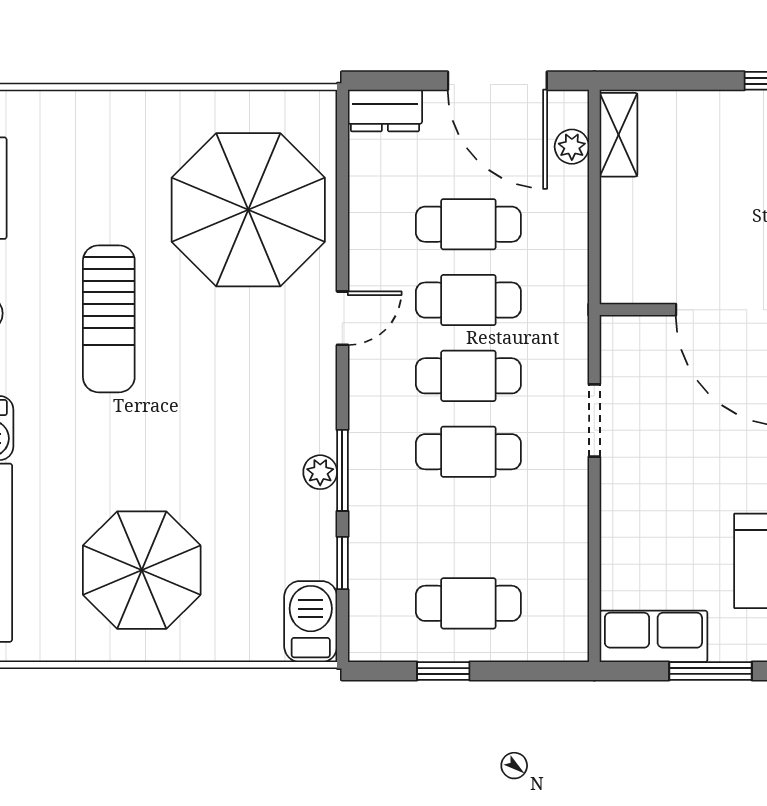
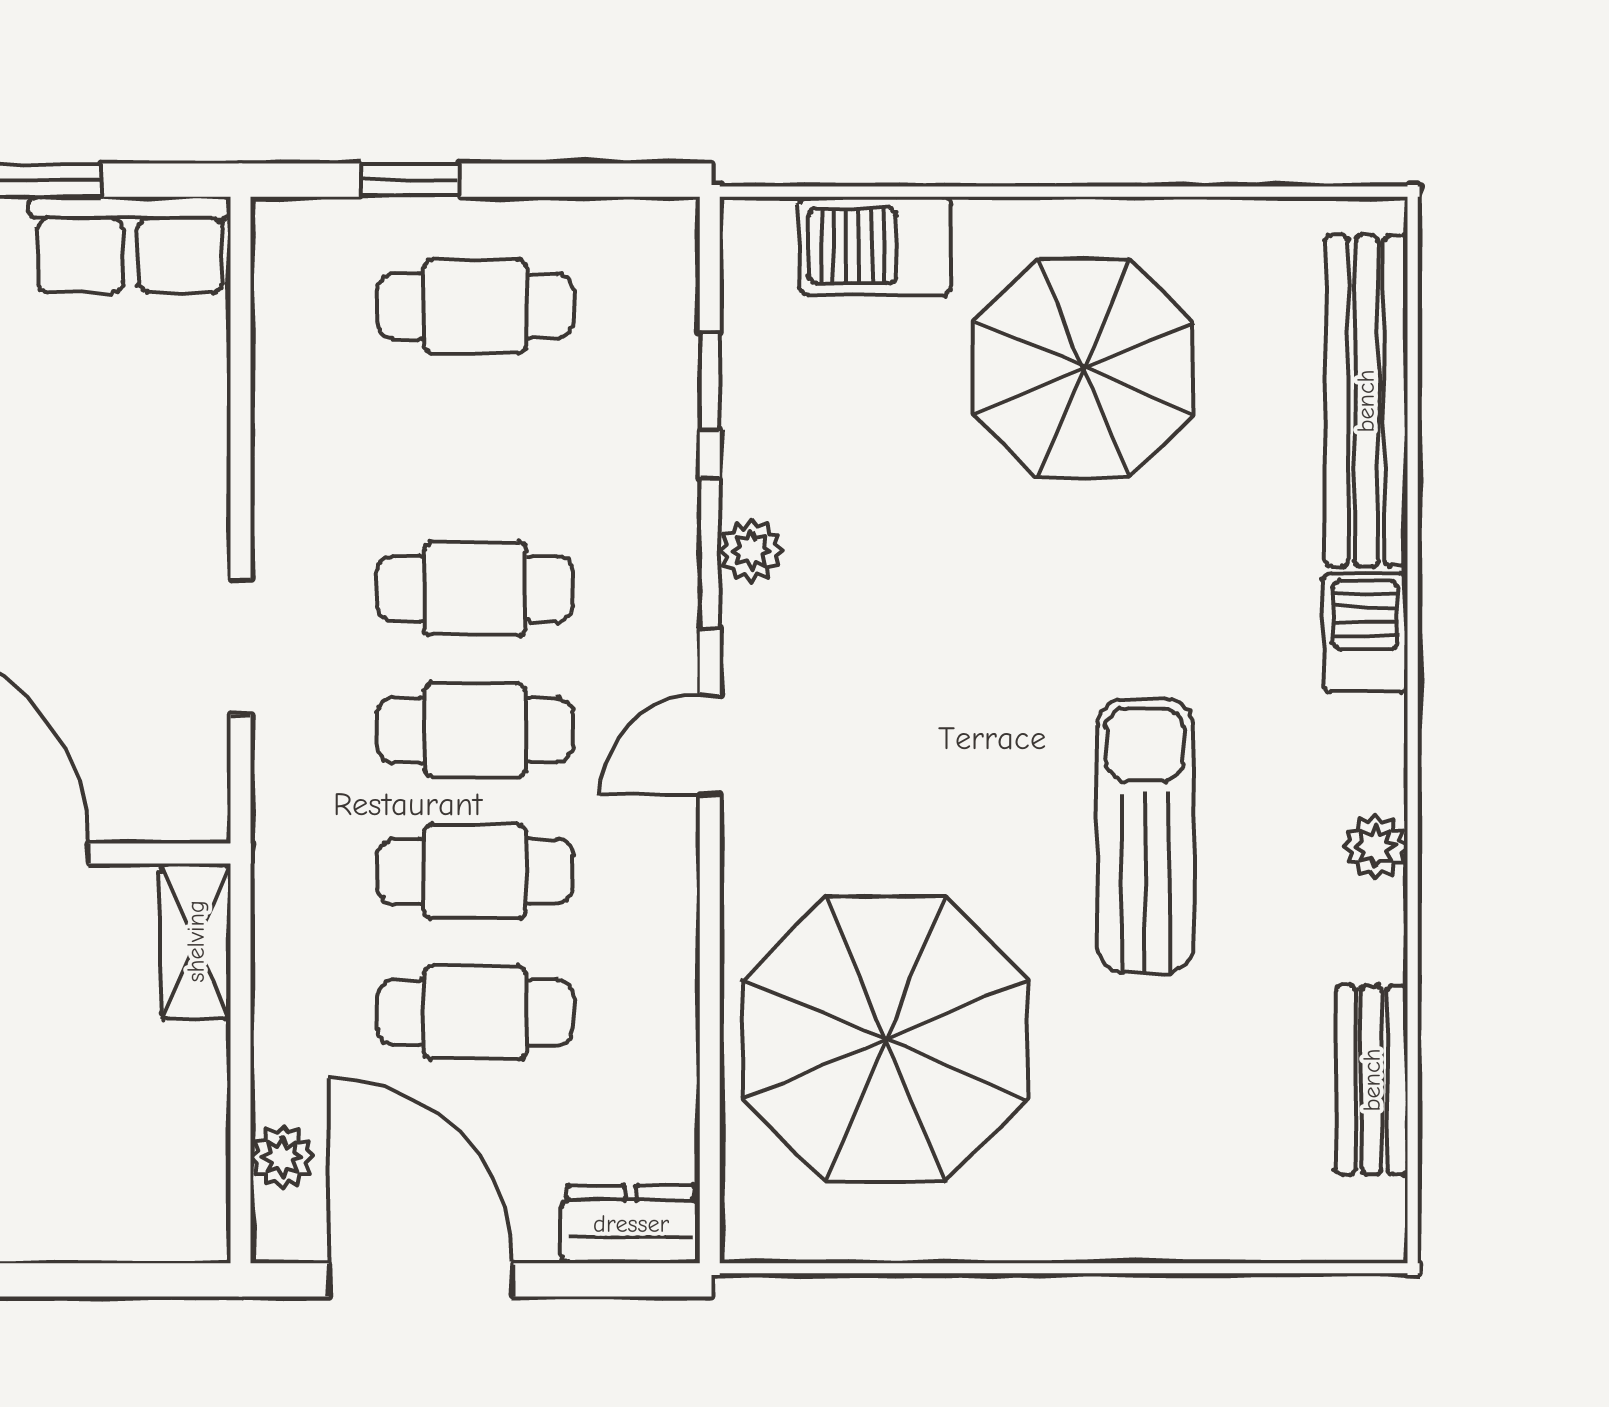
shelving: (618, 135) -> (196, 941), moved
door: (342, 318) -> (710, 745), moved
barbecue: (311, 622) -> (875, 246), moved, turned 90
window: (443, 671) -> (410, 180), moved

